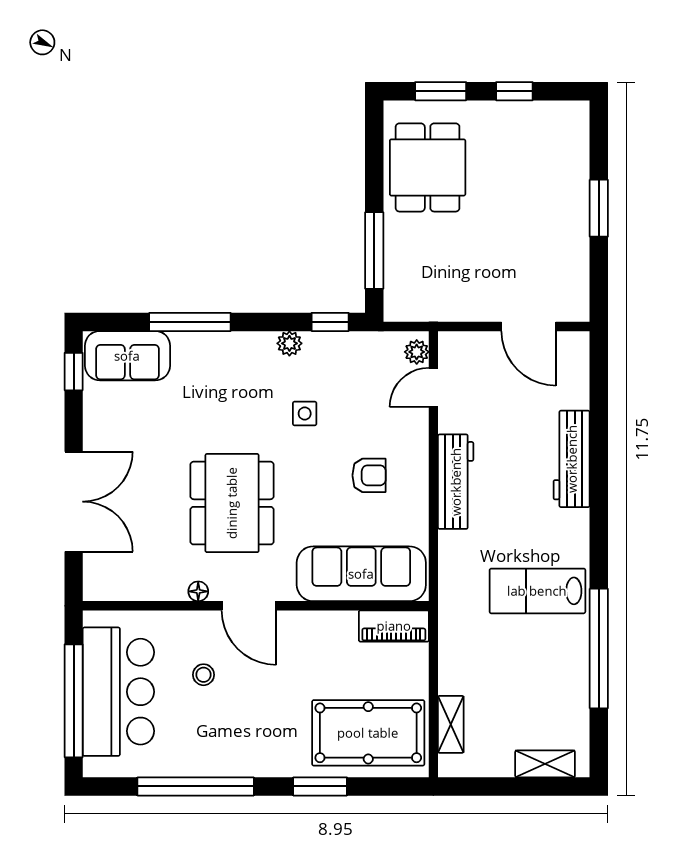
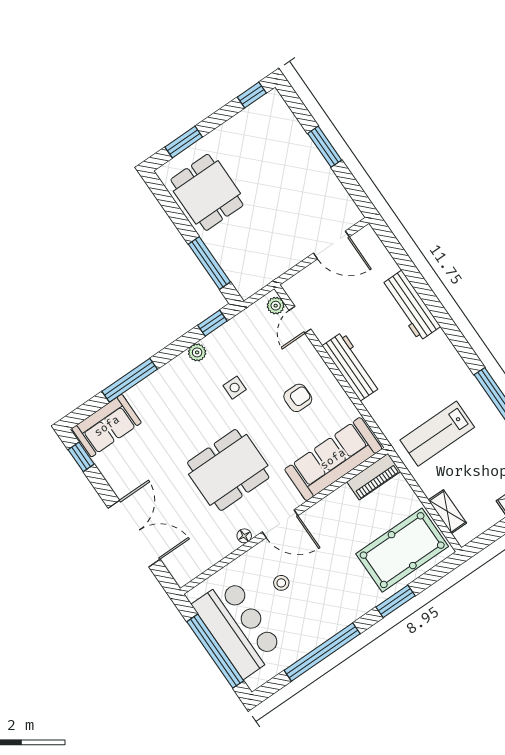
window: (514, 91) -> (252, 95), moved
dining table: (232, 503) -> (228, 470), turned 90
lab bench: (537, 591) -> (437, 434), moved

